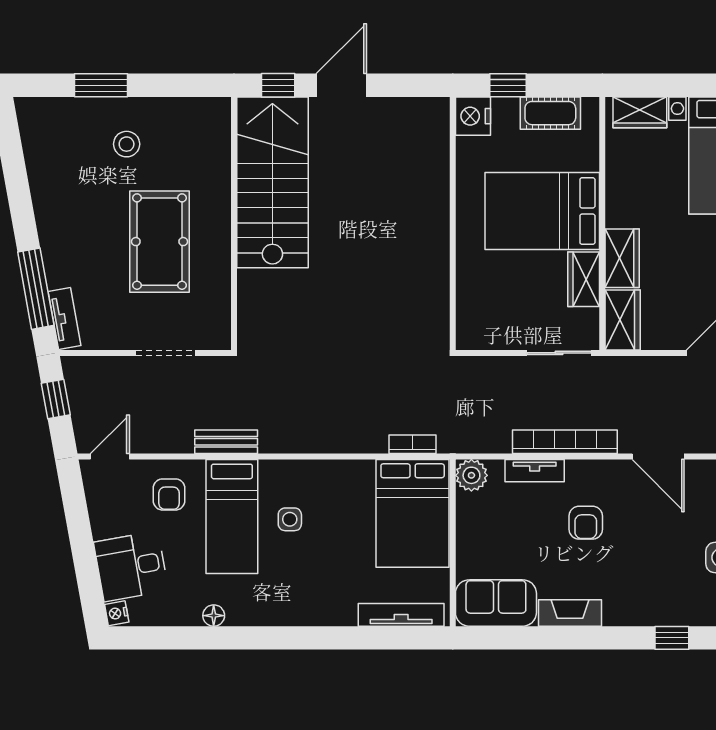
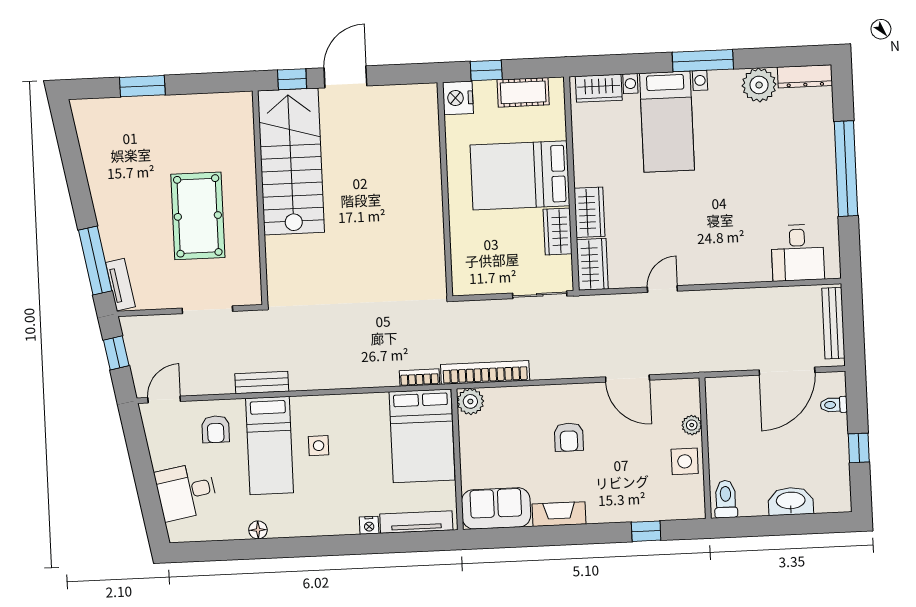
stool: (127, 144) -> (166, 135), removed
bookcase: (565, 442) -> (485, 372), moved
tv unit: (535, 471) -> (524, 395), removed
nightstand: (117, 613) -> (369, 525), moved, turned -80

